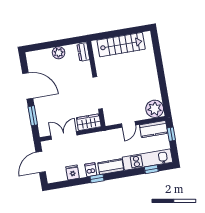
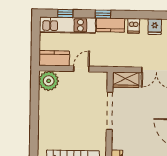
window: (171, 134) -> (35, 49), removed
window: (97, 179) -> (103, 14), moved

